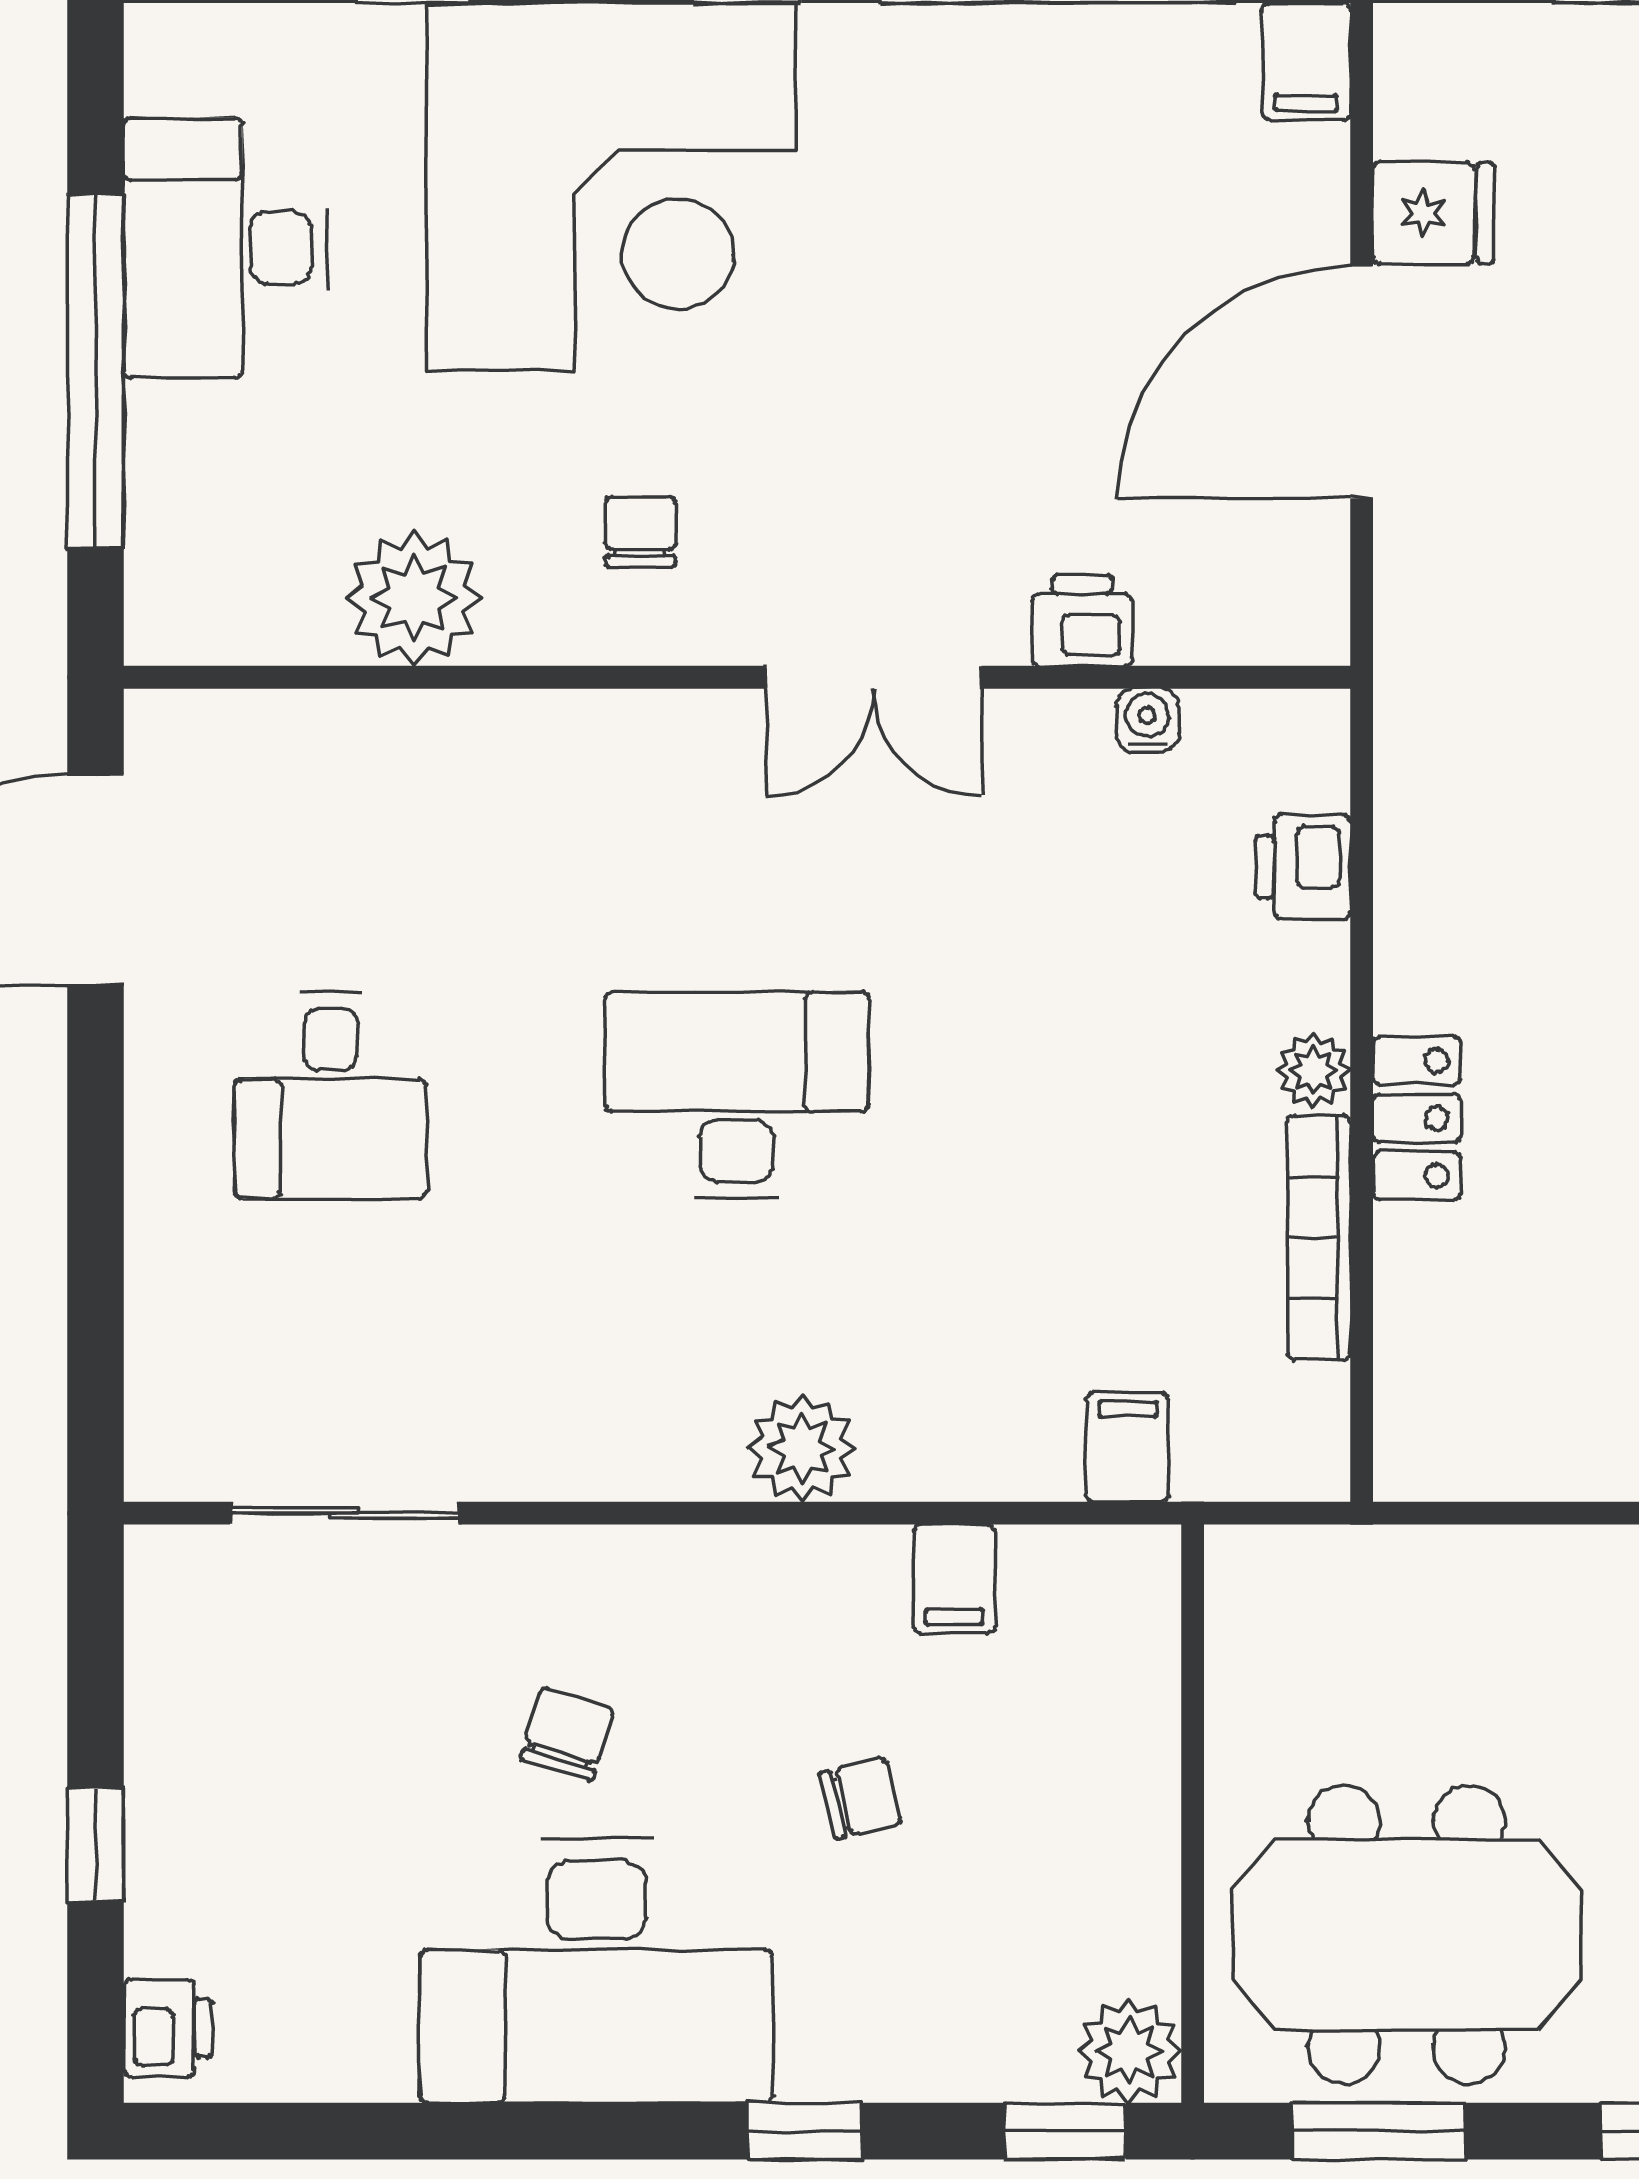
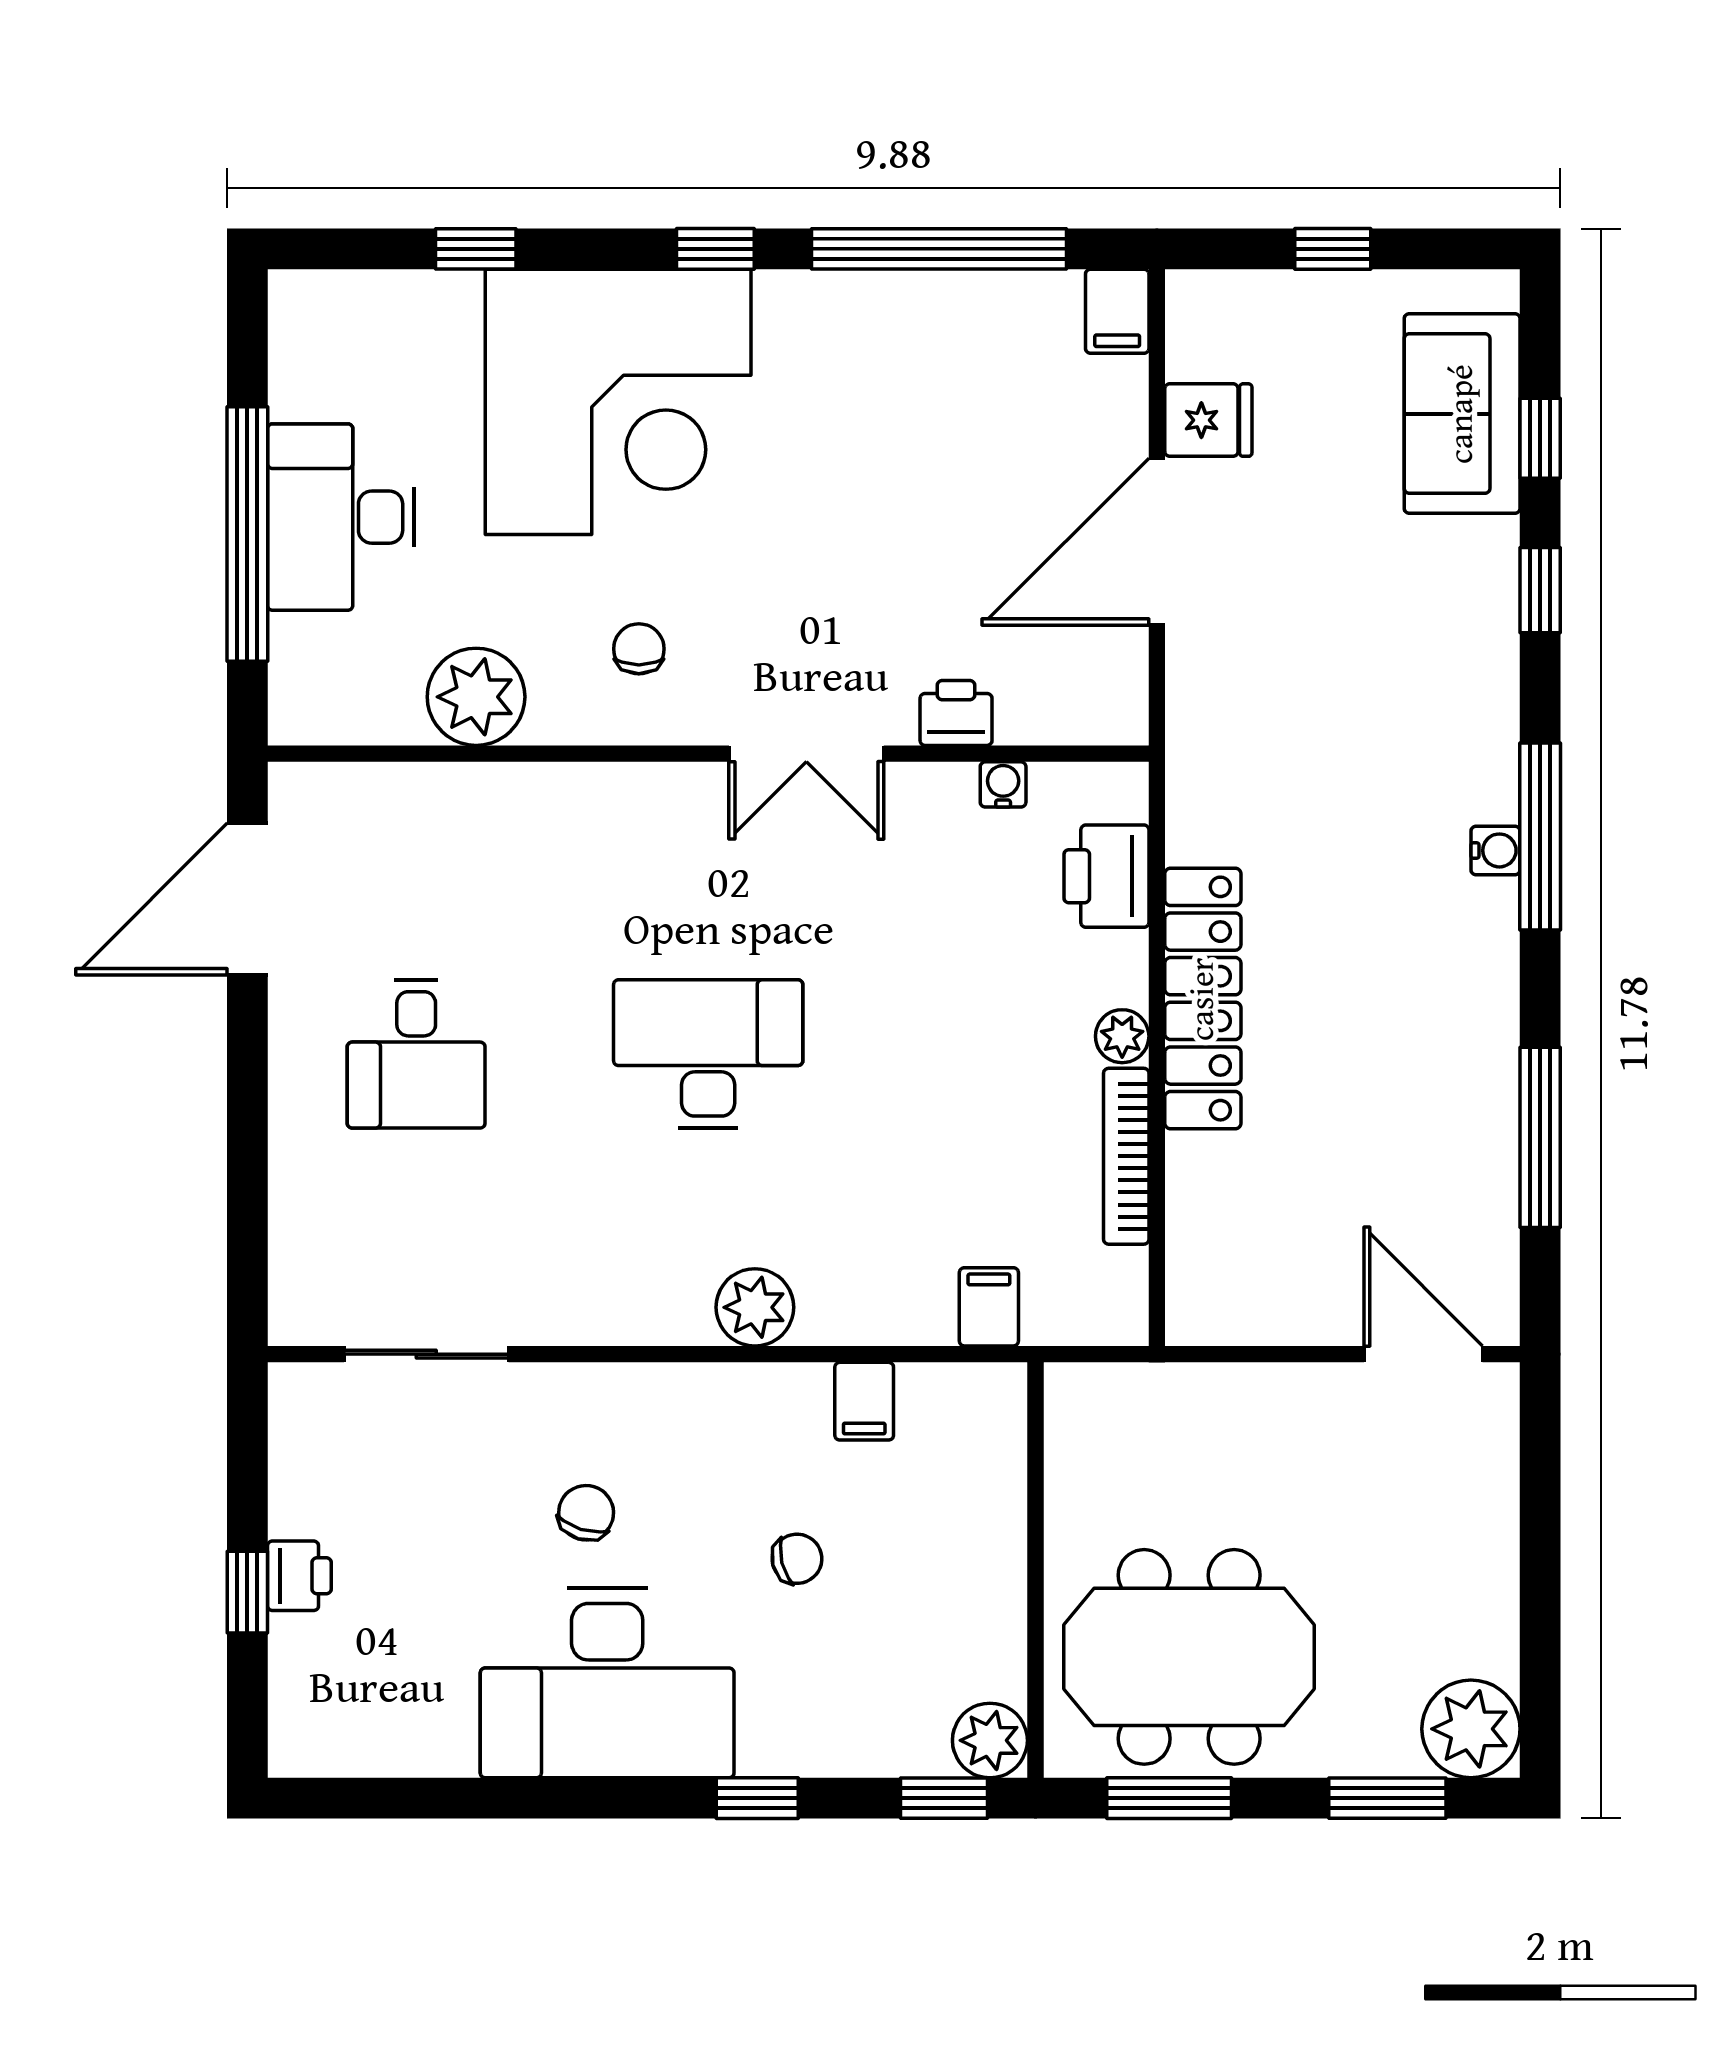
desk: (226, 248) -> (341, 517), moved
printer: (1303, 867) -> (1106, 876), width x1.36, depth x1.24
locker: (1417, 1118) -> (1203, 999), width x2.16, depth x1.21
printer: (168, 2028) -> (299, 1576), moved

